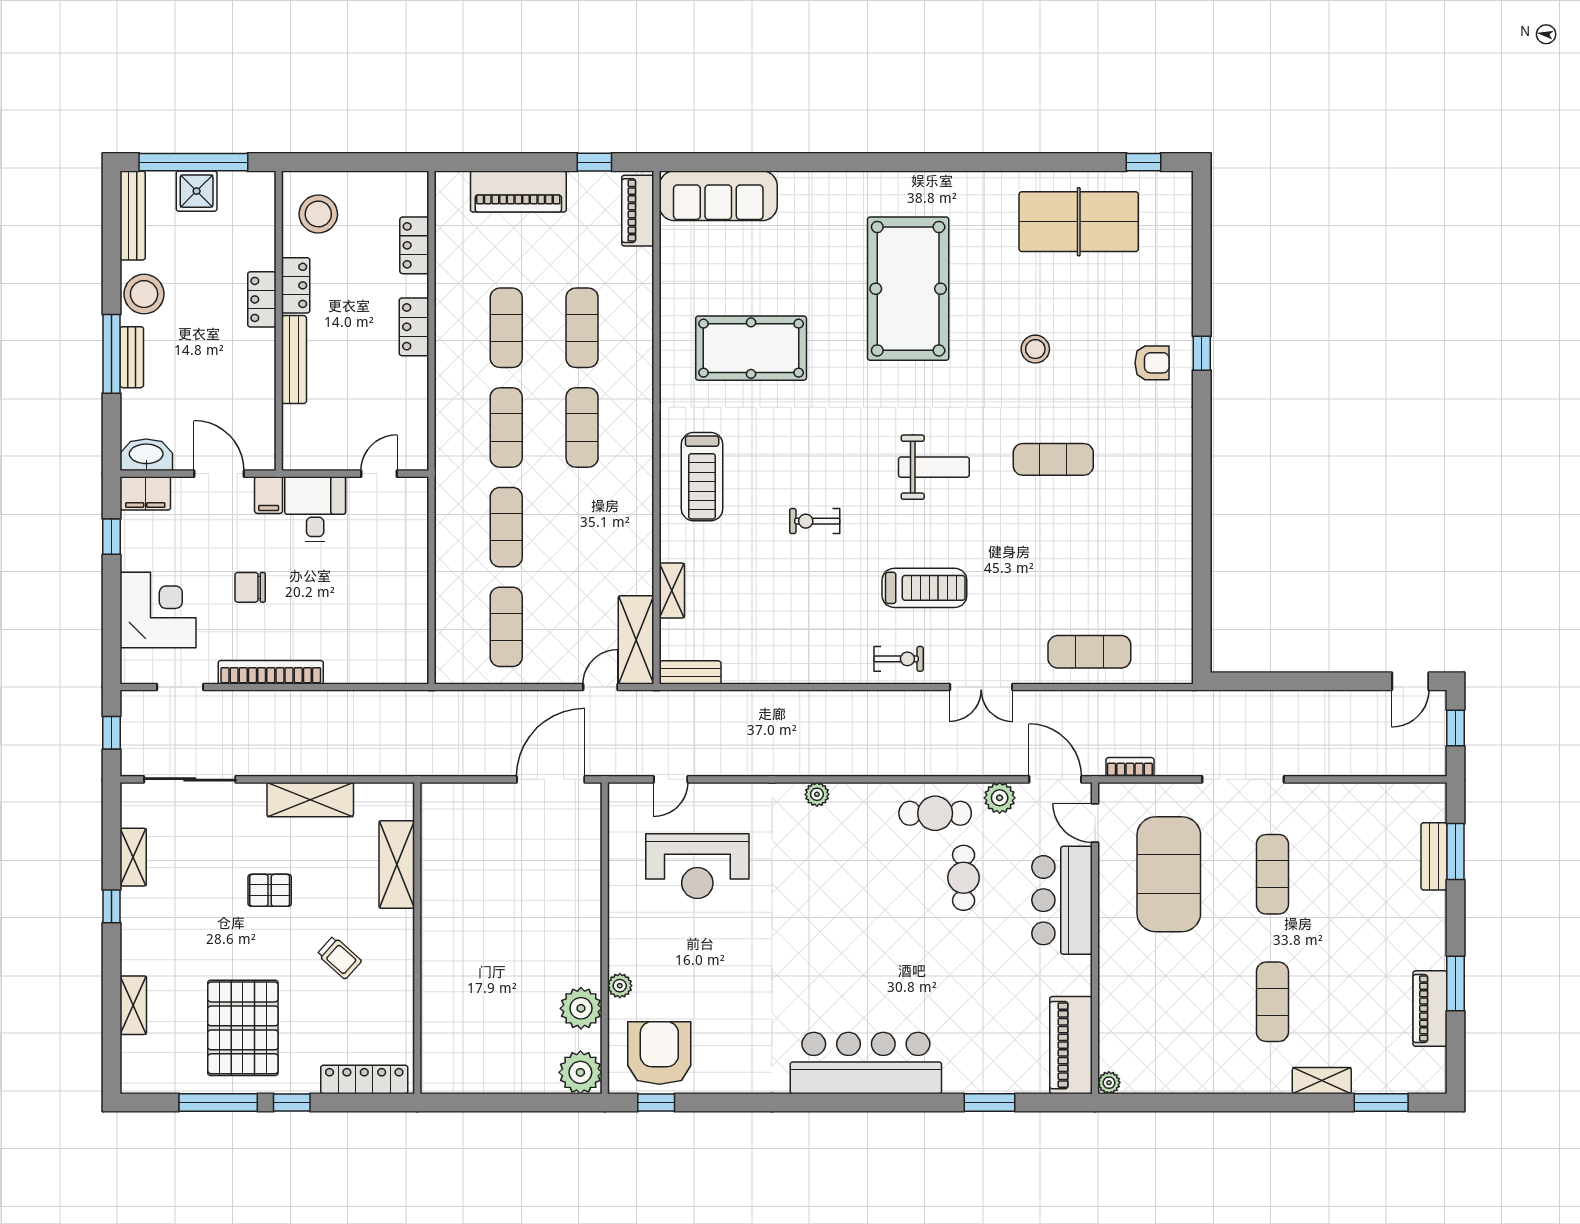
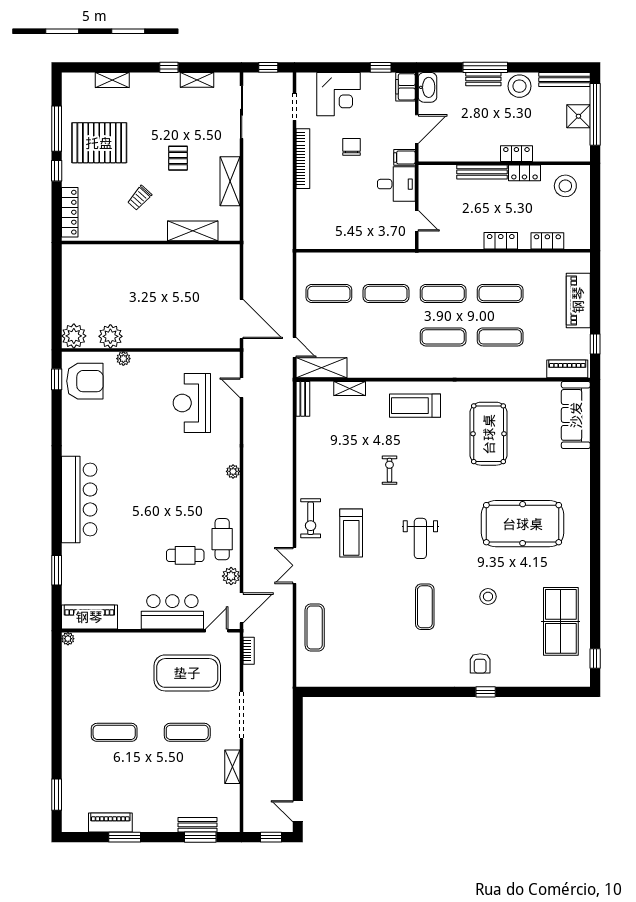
exercise bike: (899, 659) -> (311, 518), width x1.38, depth x1.39
shelving: (1322, 1081) -> (232, 767), moved

